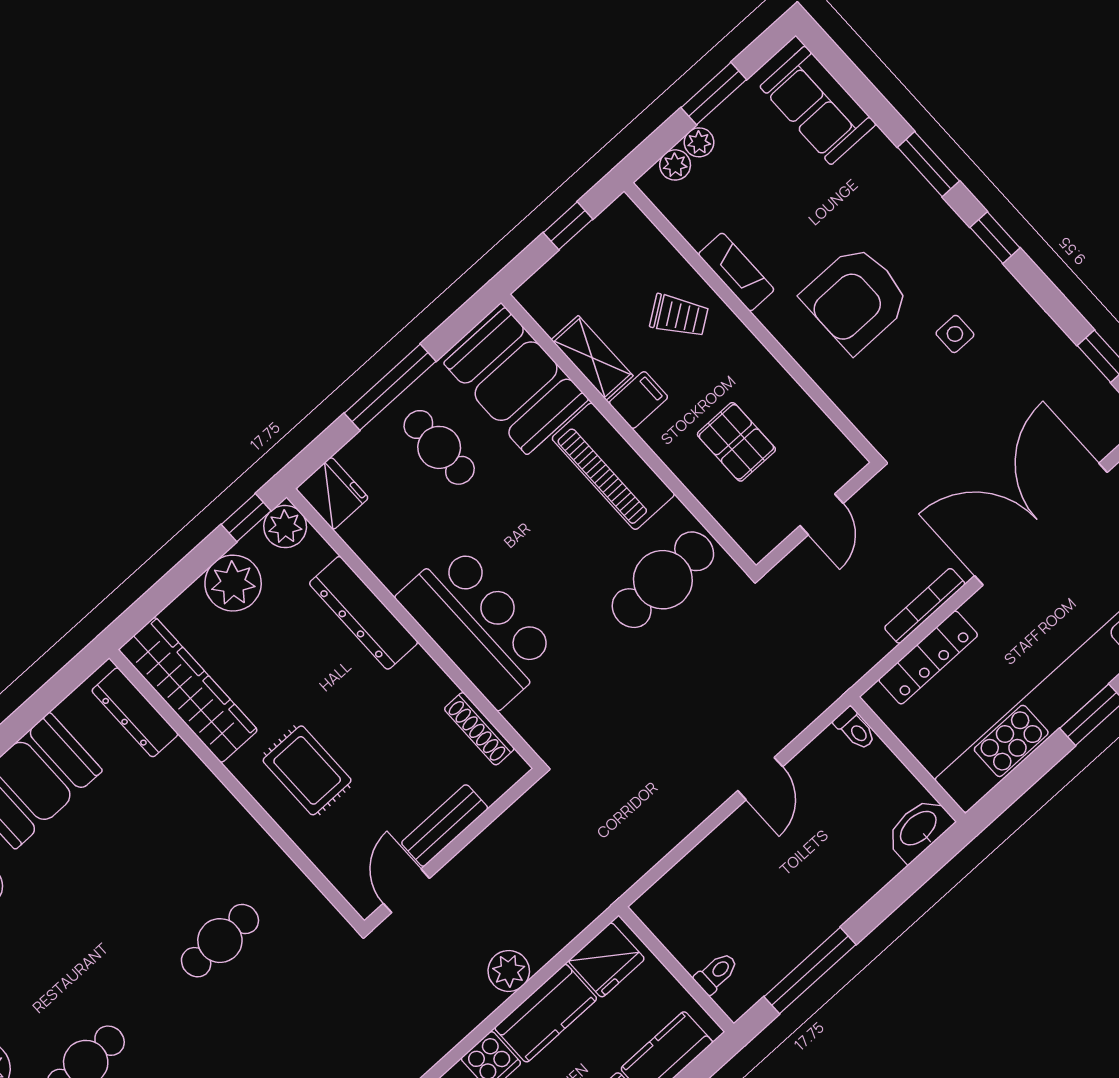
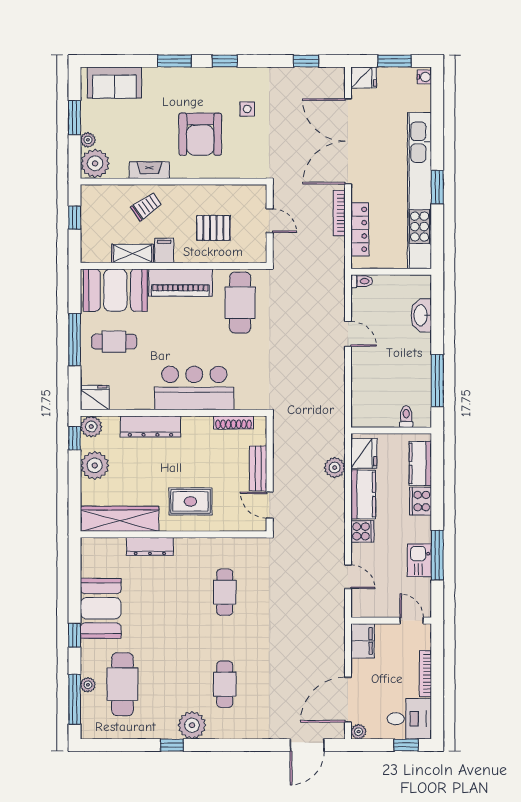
plant: (675, 165) -> (95, 163), width x1.88, depth x1.88
dresser: (135, 712) -> (150, 546), moved
washbasin: (919, 829) -> (421, 315), moved
plant: (509, 971) -> (335, 468), moved

